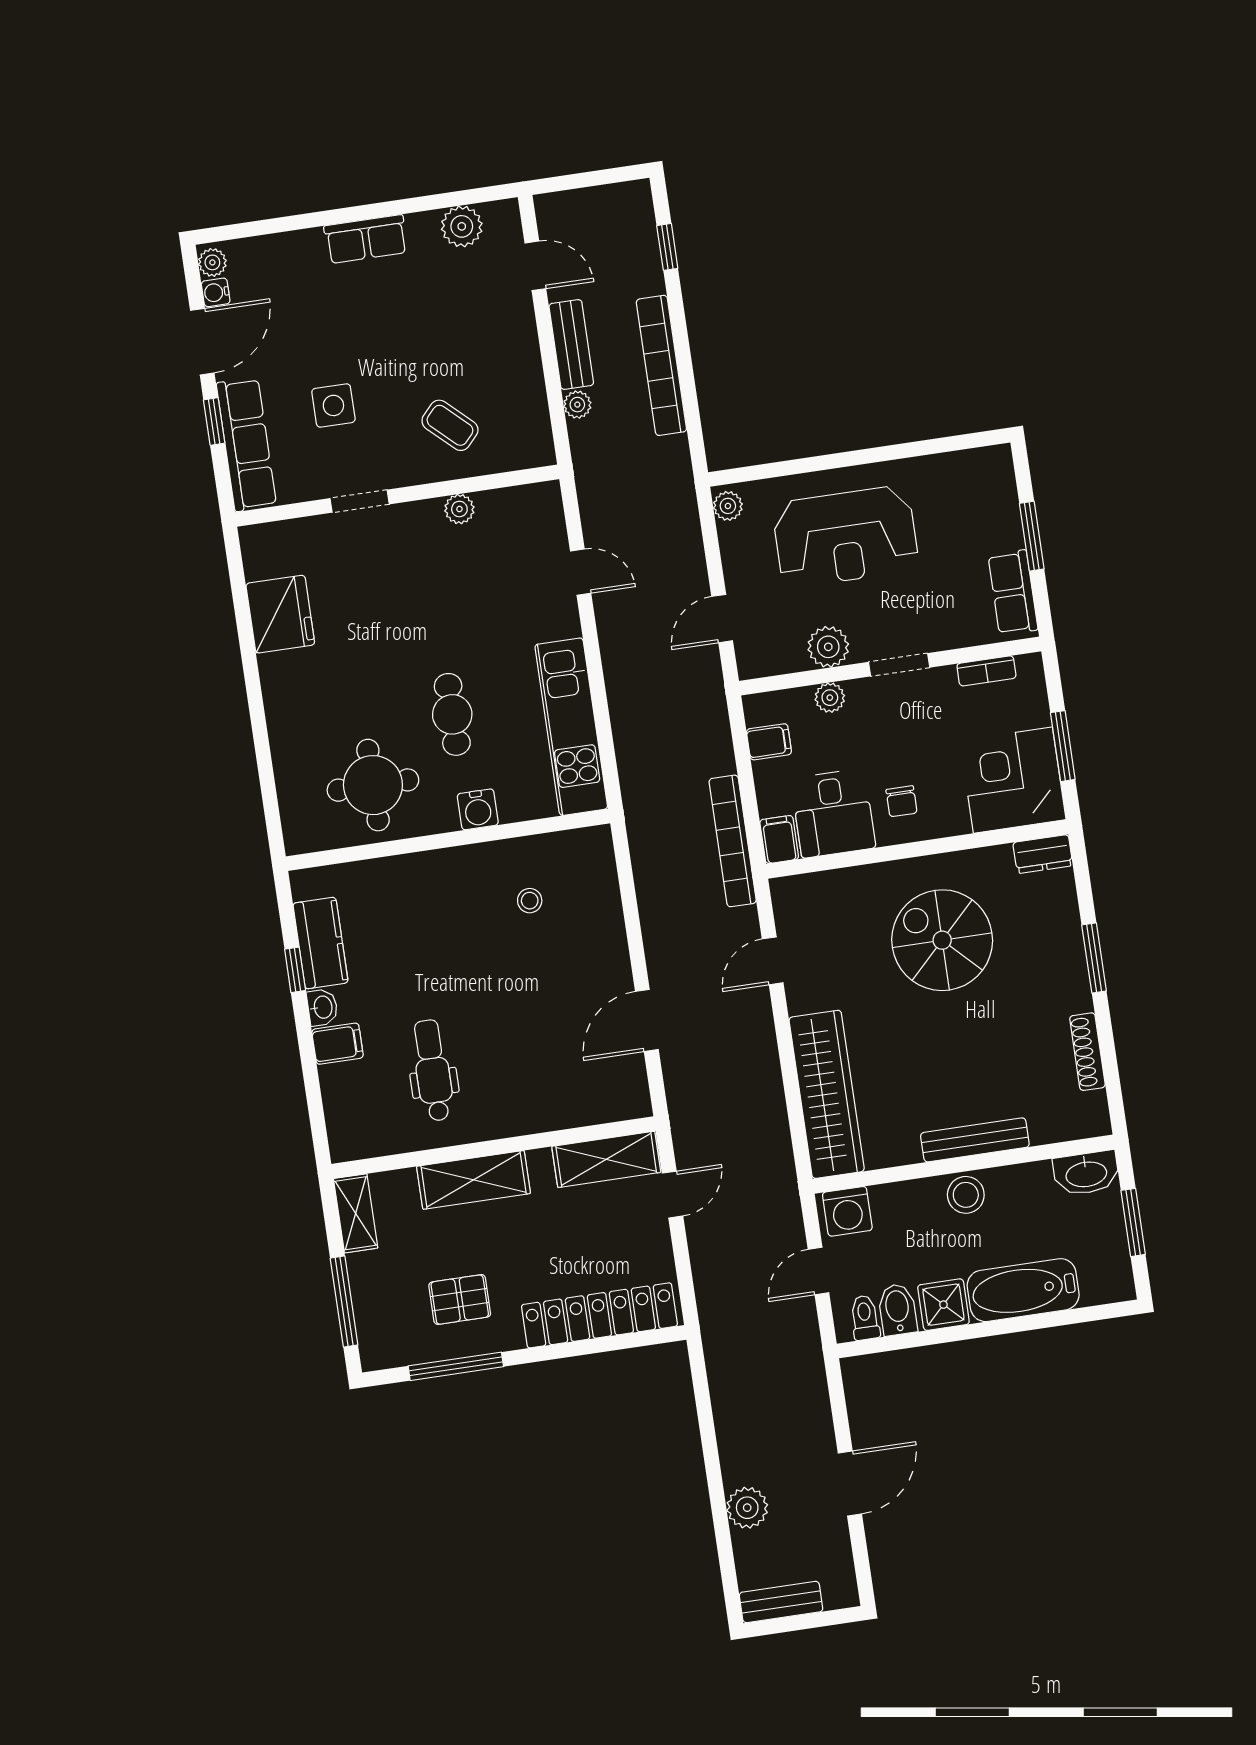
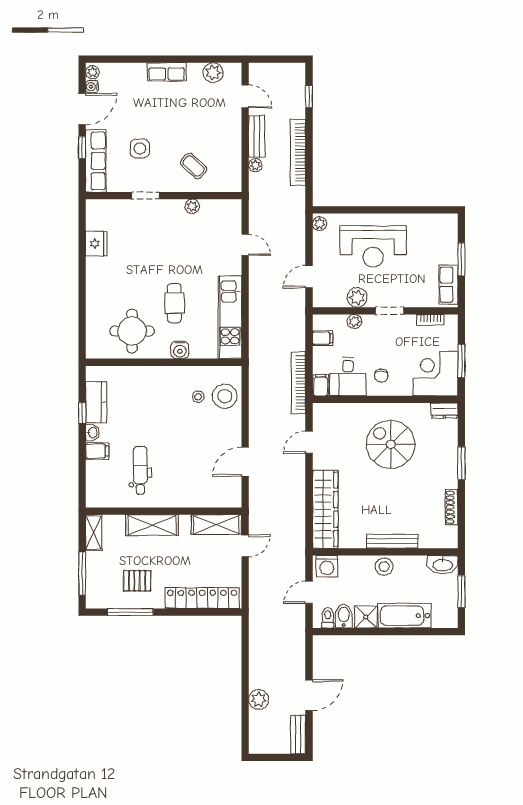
fridge: (280, 614) -> (96, 244), width x0.73, depth x0.75
stool: (585, 891) -> (225, 396), added
bench: (781, 1602) -> (298, 735), moved, turned 90

